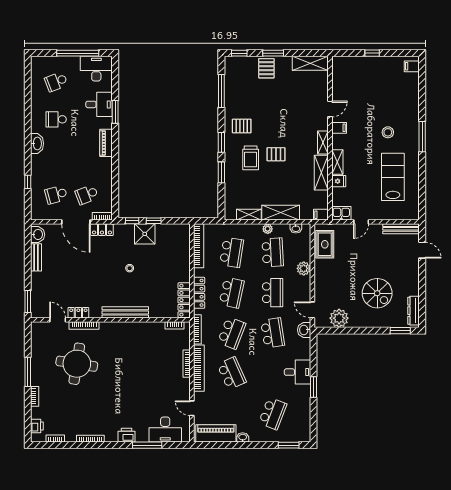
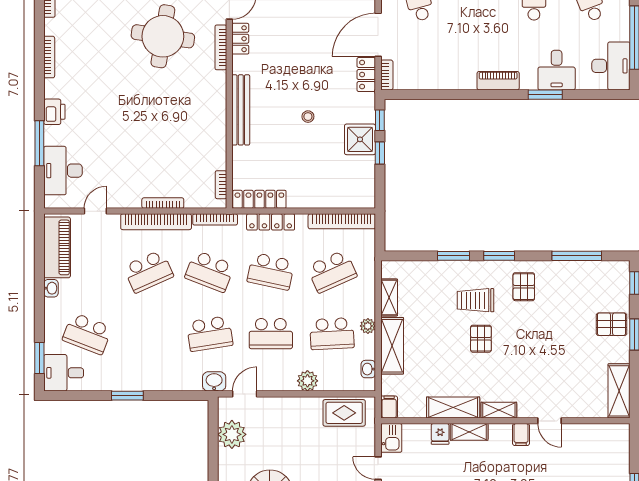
school desk: (87, 195) -> (420, 51), removed
school desk: (232, 252) -> (332, 271), turned -33
desk: (297, 372) -> (64, 373), moved, turned 90

